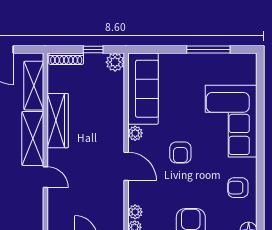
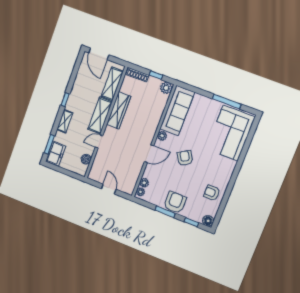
corner sofa: (231, 121) -> (231, 133), moved
armchair: (180, 152) -> (185, 158), turned 150
door: (126, 166) -> (149, 154), hinge flipped
door: (45, 177) -> (99, 141), swing flipped
boiler: (36, 211) -> (86, 159), added

